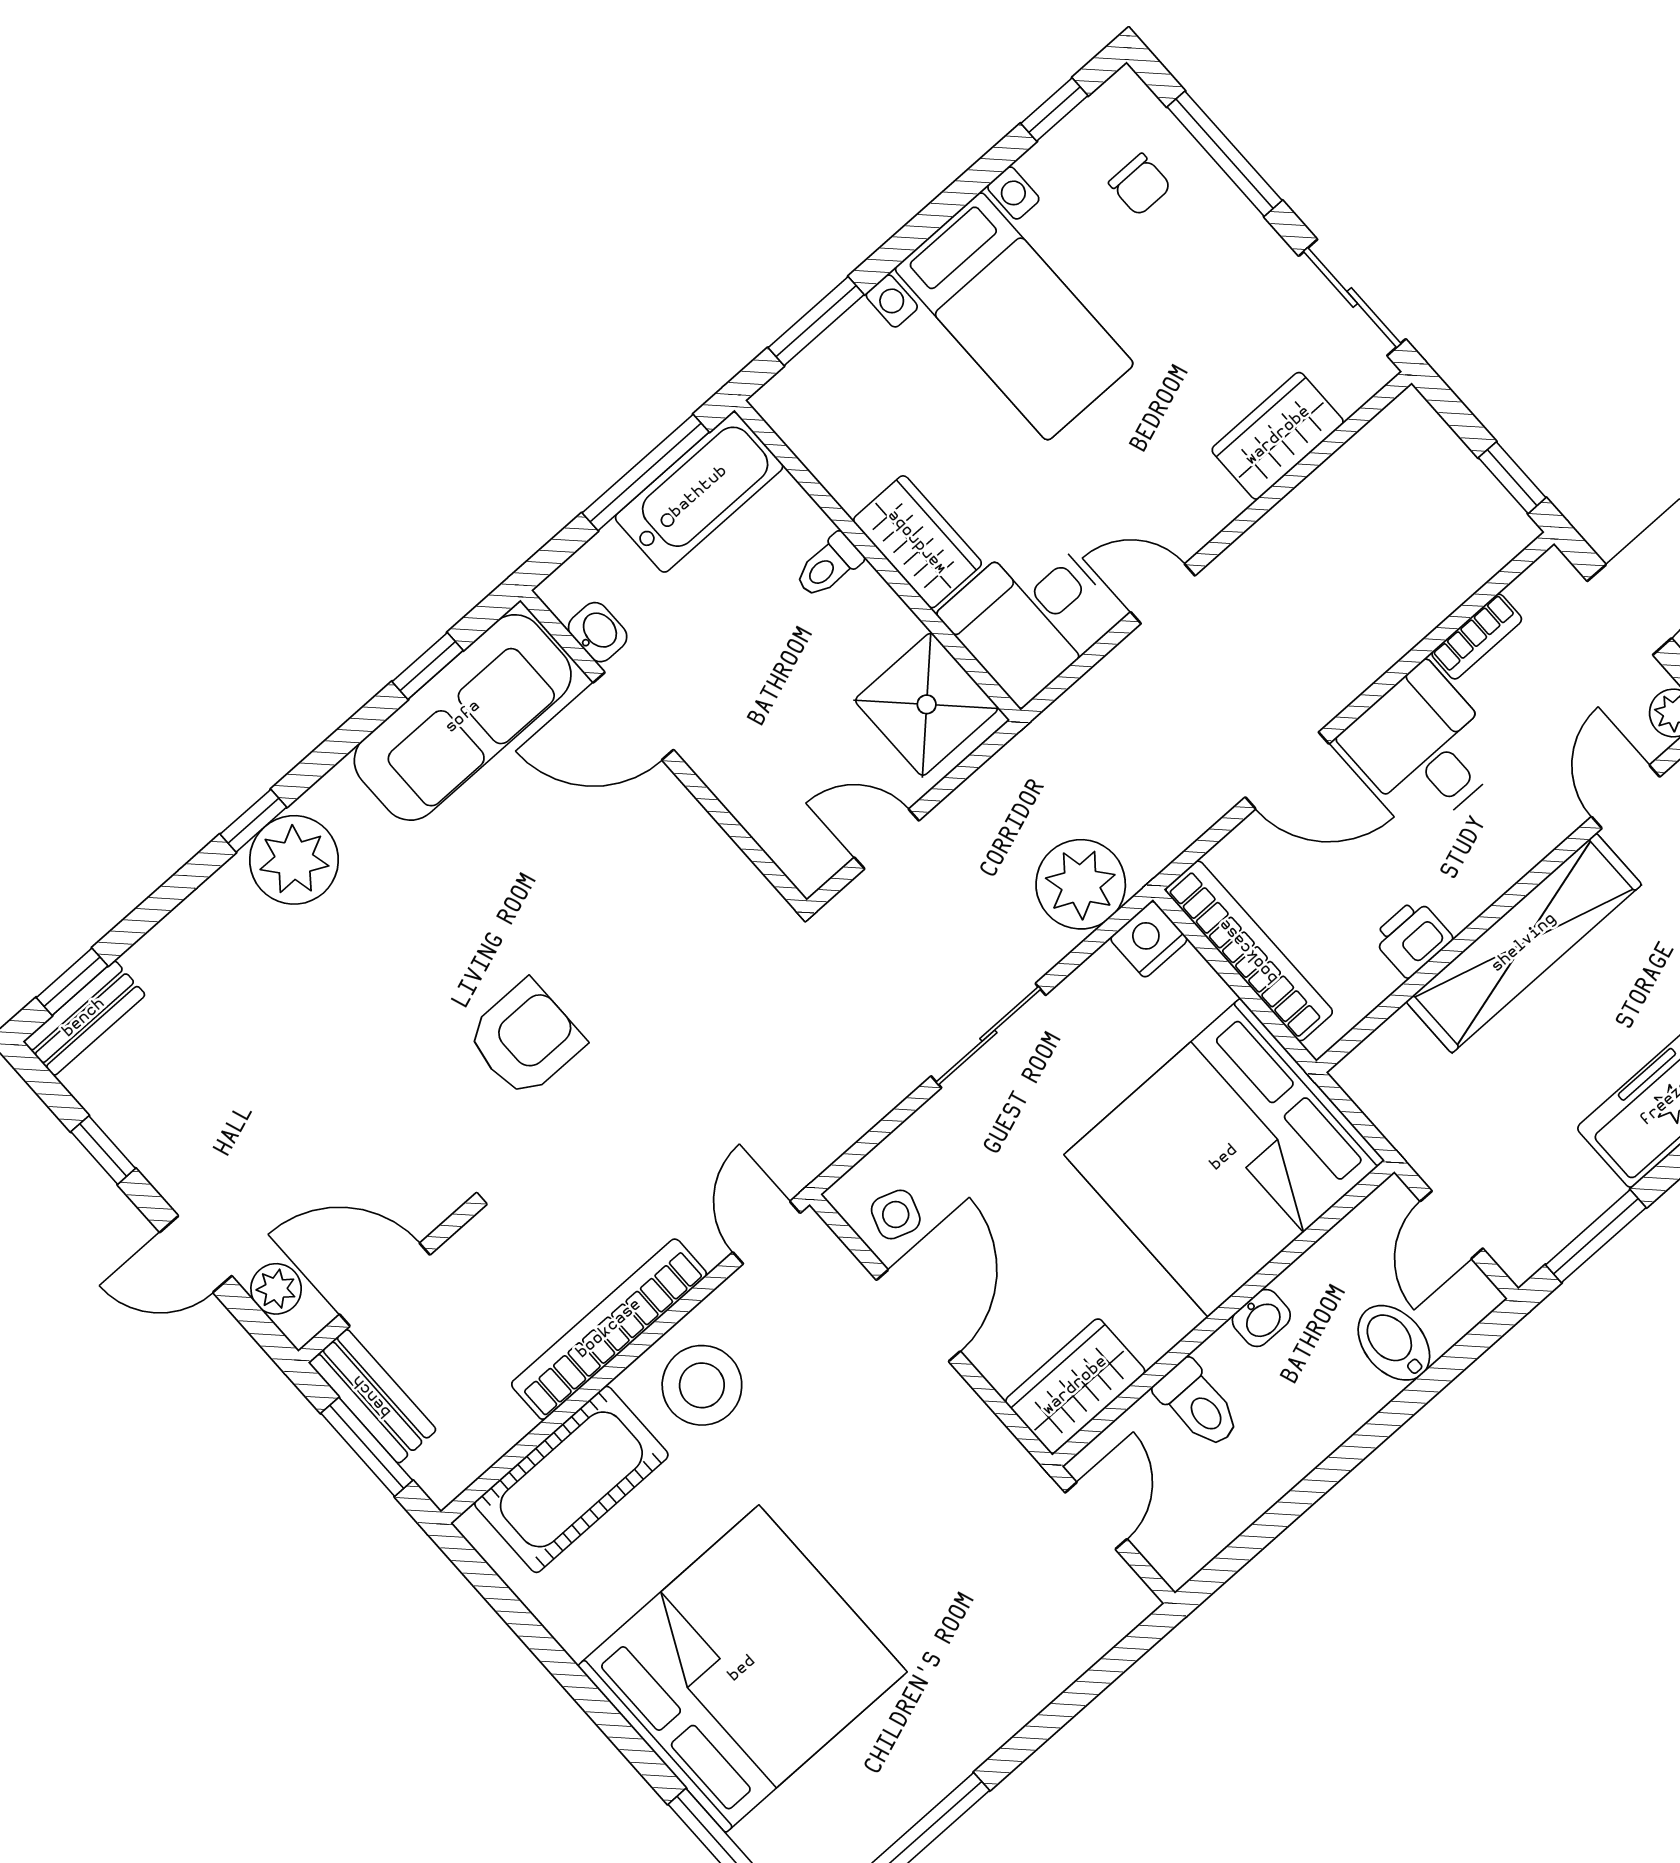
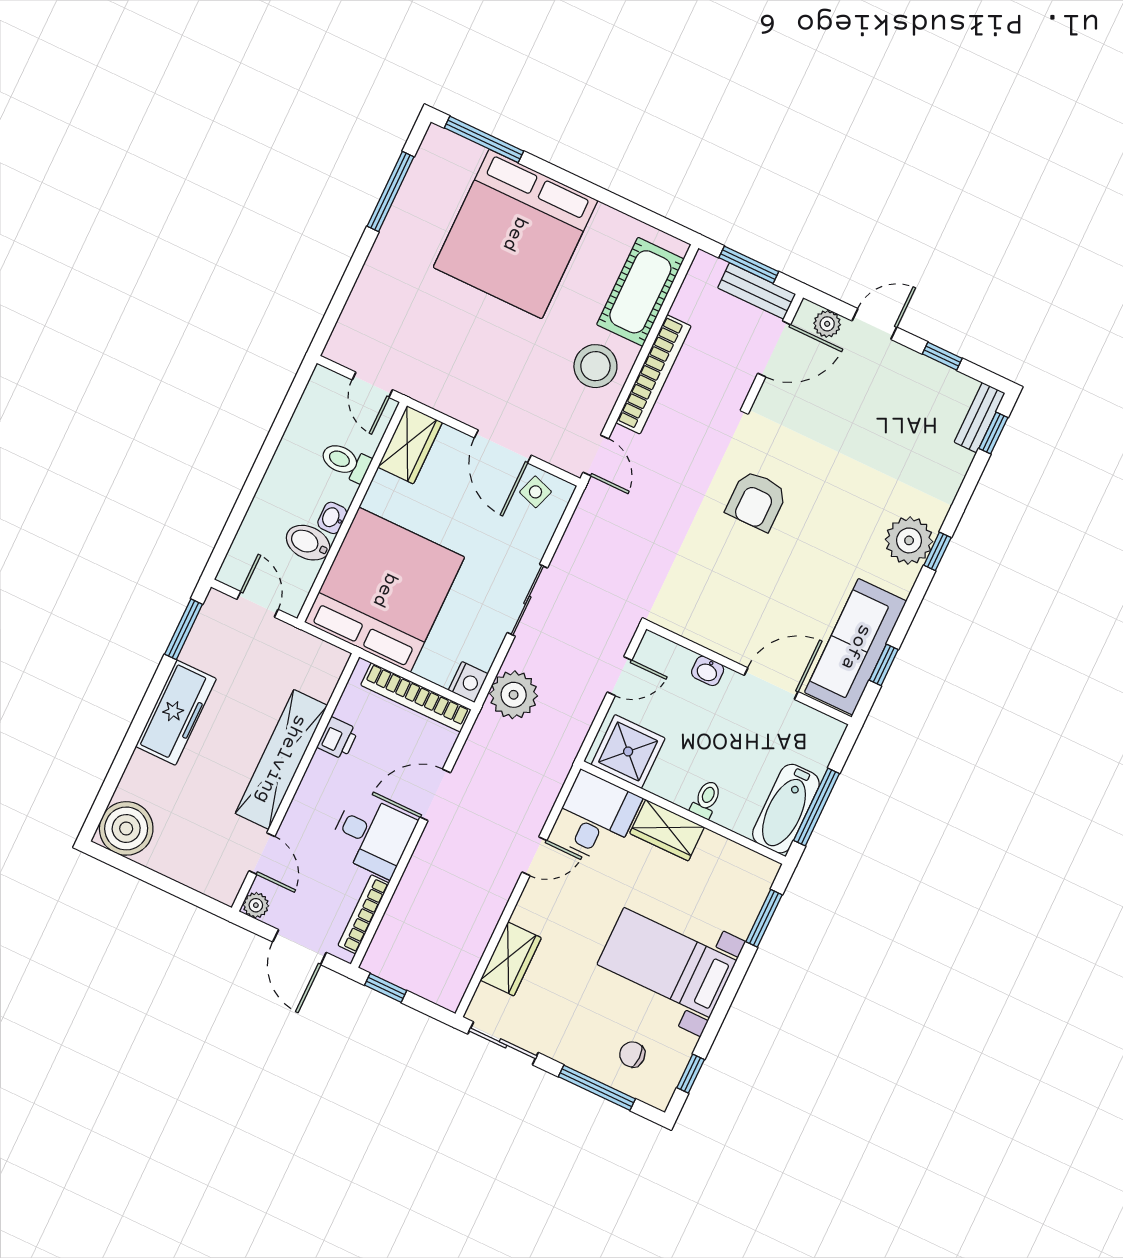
washbasin: (598, 632) -> (708, 671), moved
bookcase: (1477, 637) -> (364, 914), width x1.56
bidet: (1394, 1343) -> (308, 543), moved, turned 180

